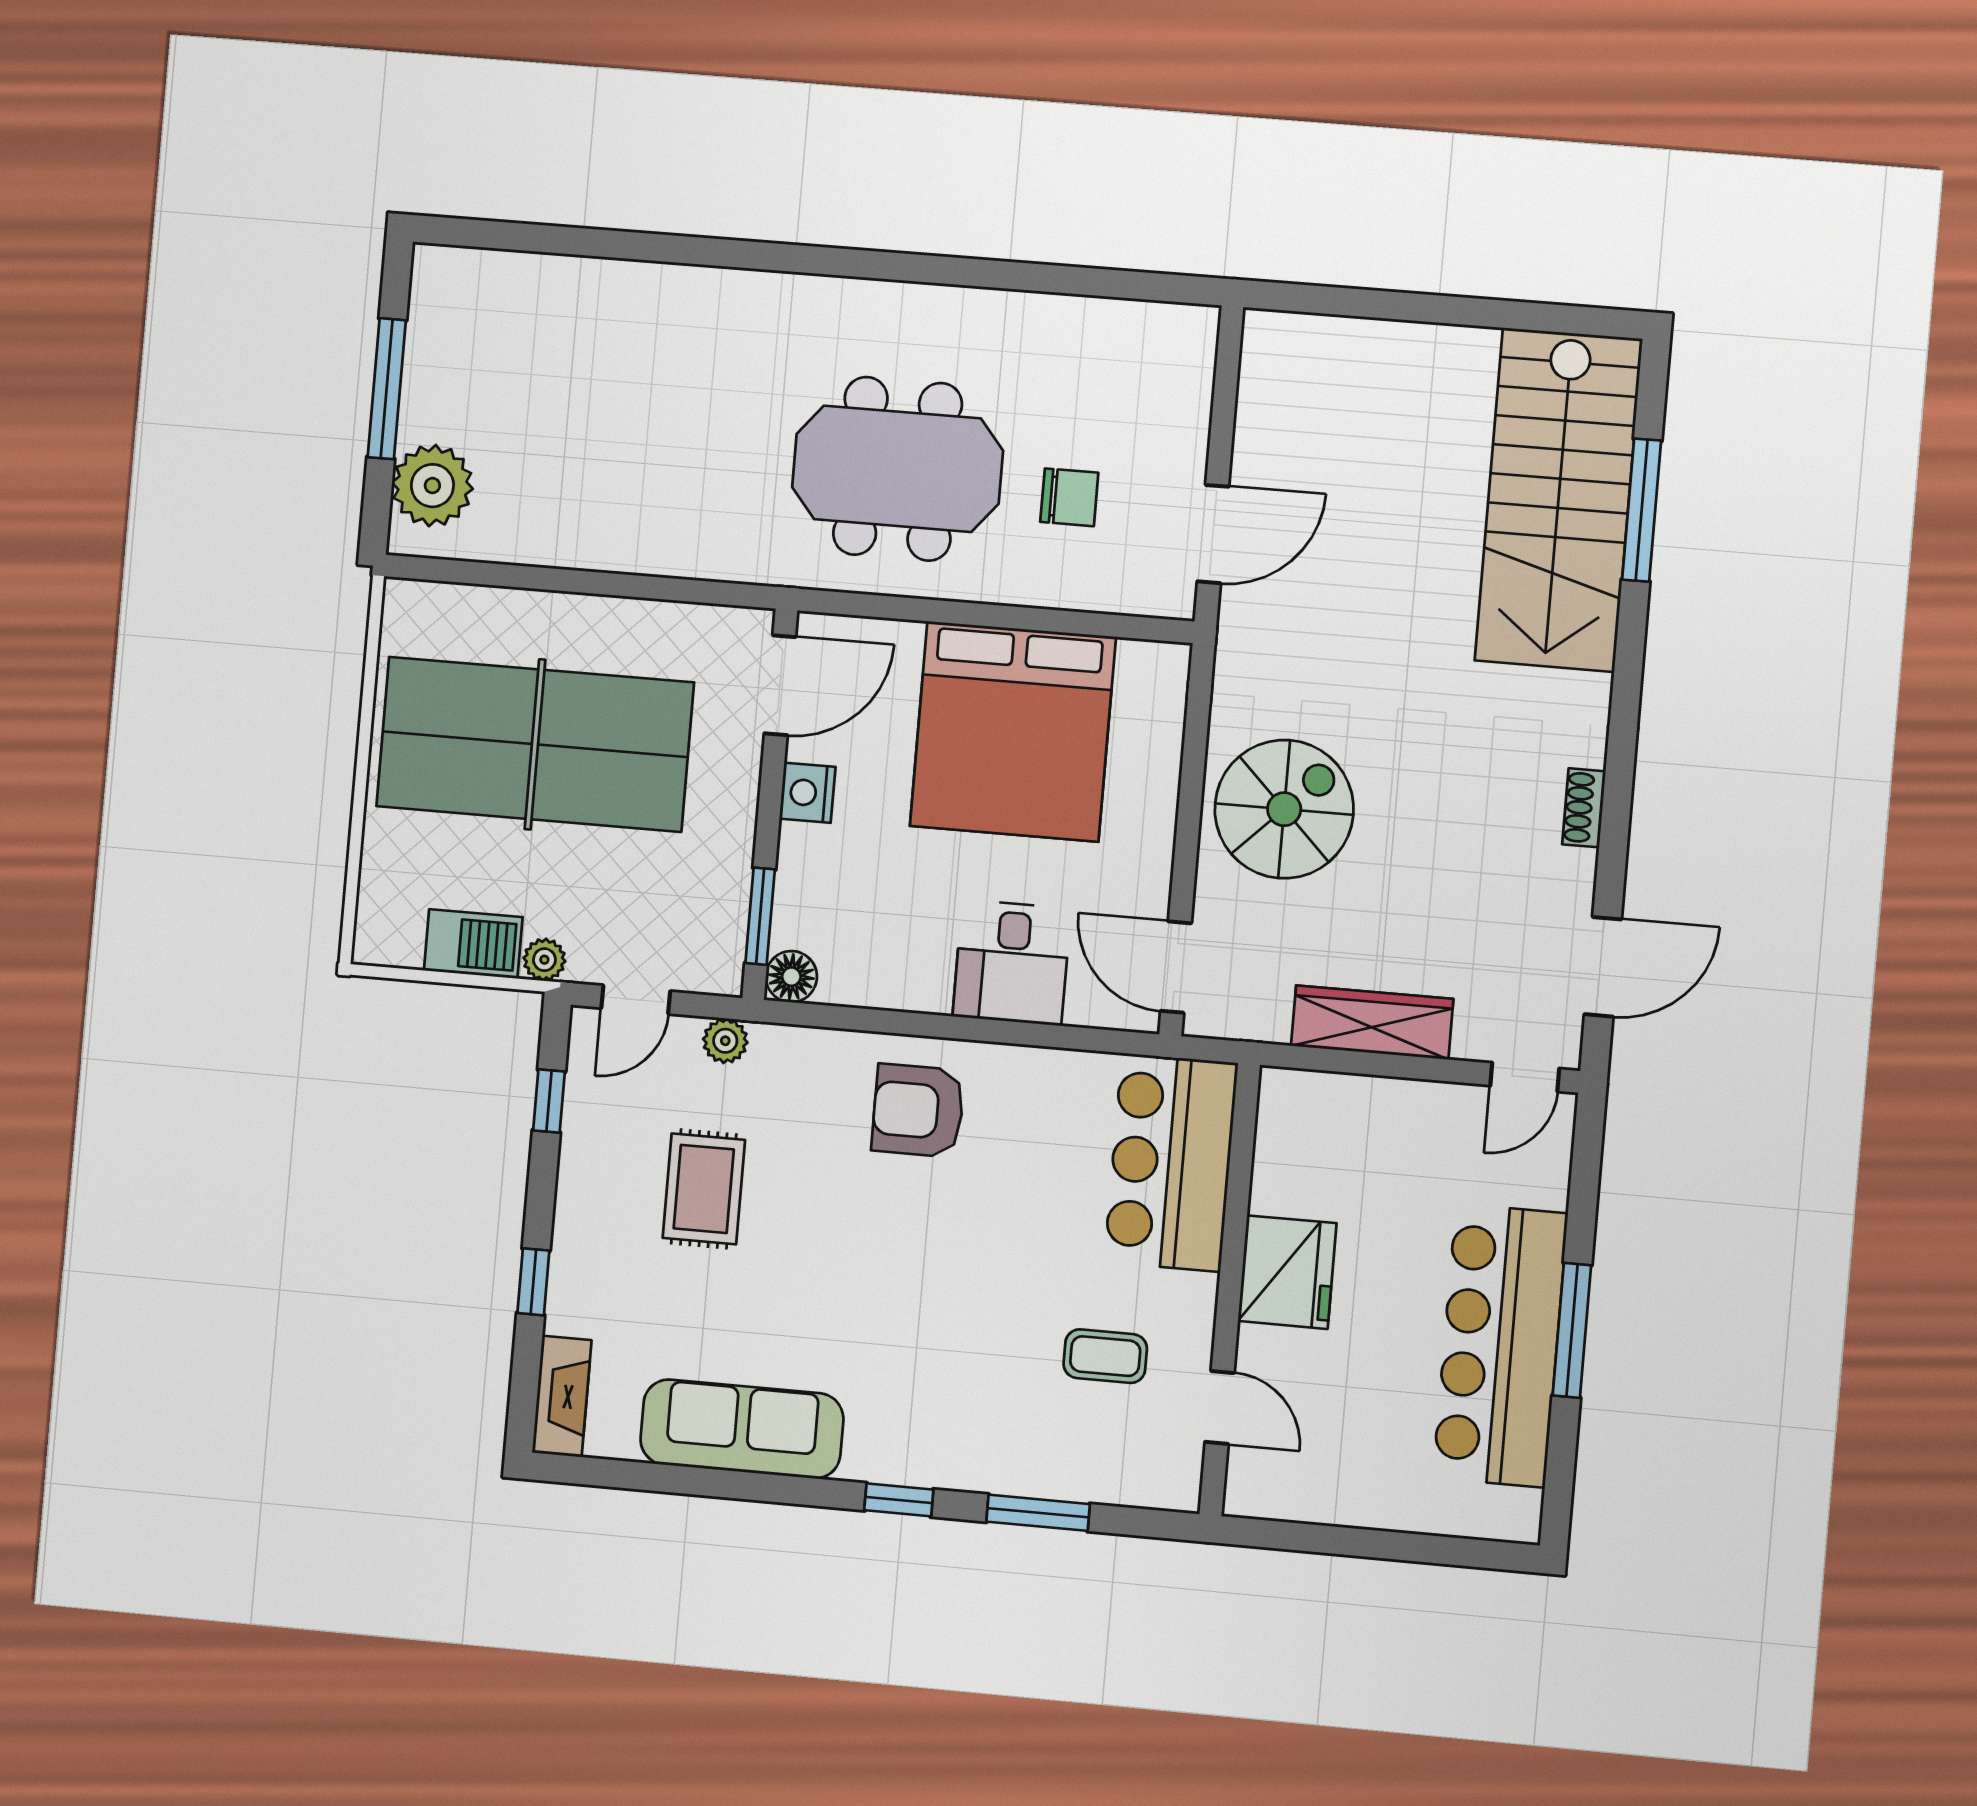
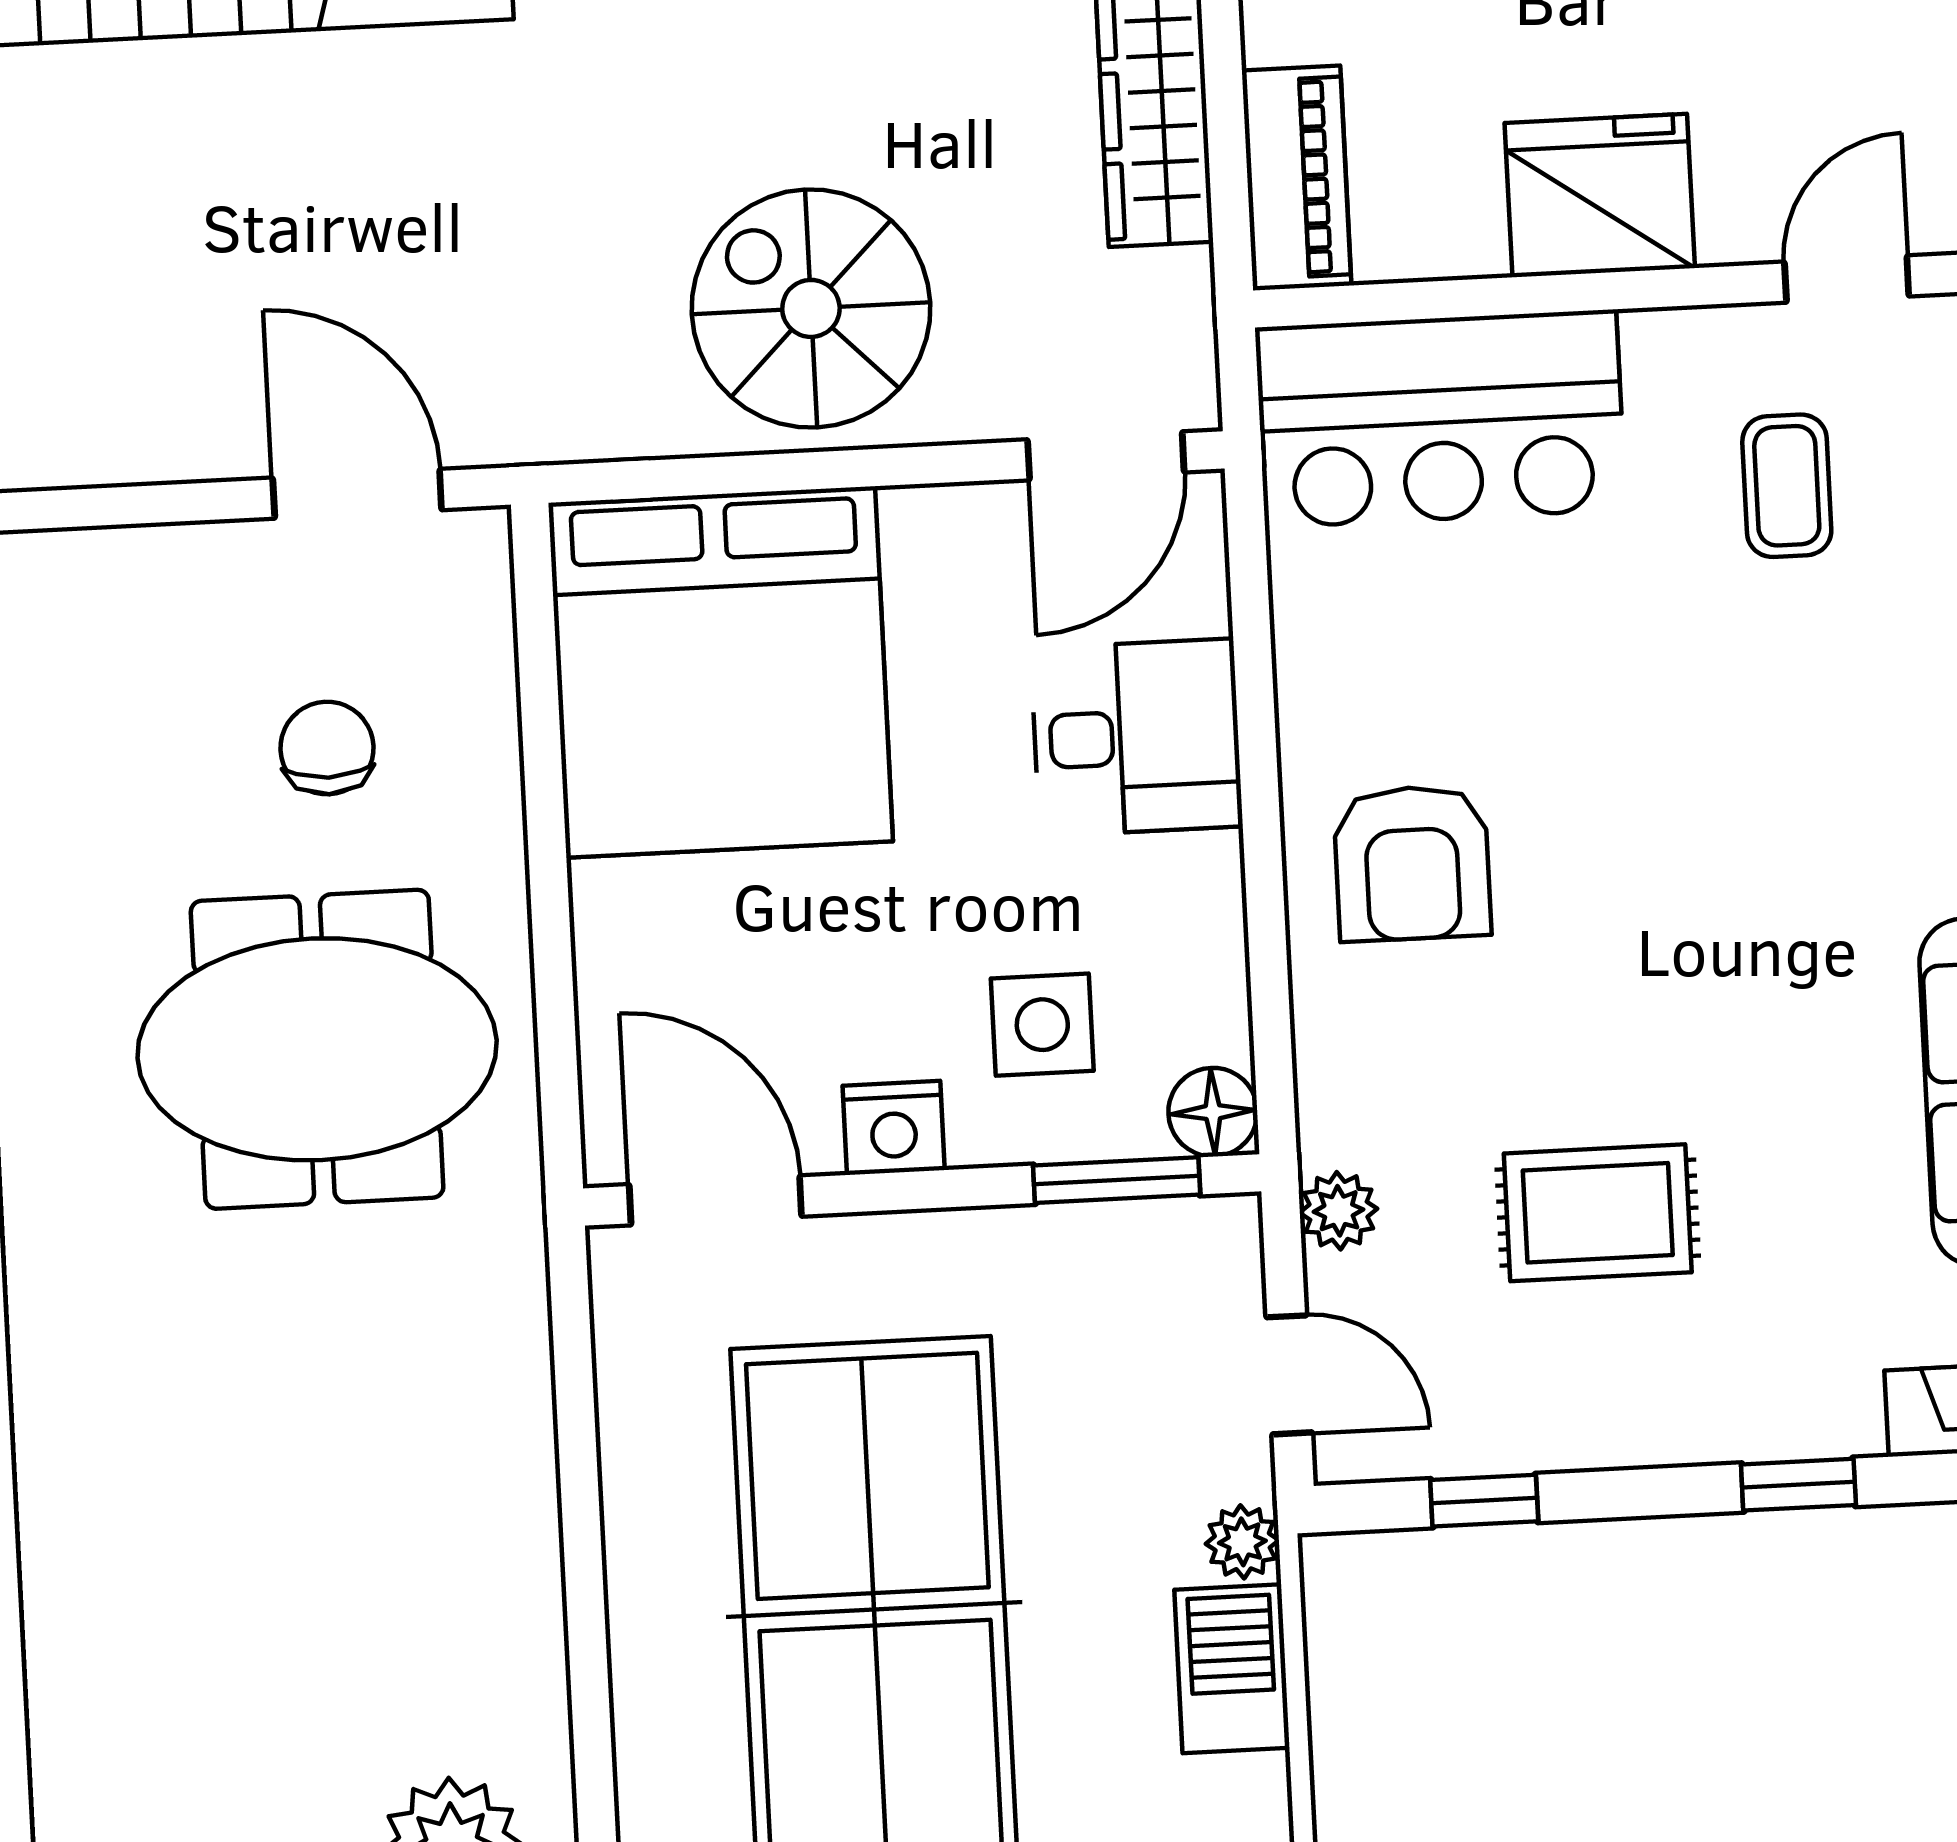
meeting table: (898, 469) -> (317, 1049), turned 90
bed: (1013, 731) -> (721, 672), moved, turned 90
side table: (855, 886) -> (1042, 1025), added
piano: (1321, 1099) -> (1297, 178), added

